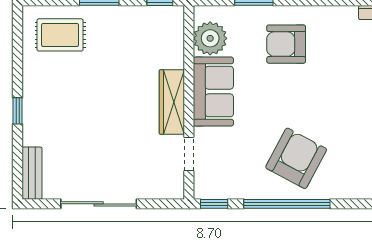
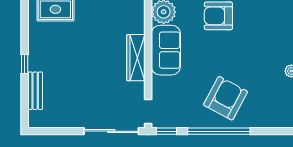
doorway: (189, 154) -> (148, 111), moved
bench: (32, 173) -> (35, 91), moved
sliding door: (99, 204) -> (111, 131), moved

